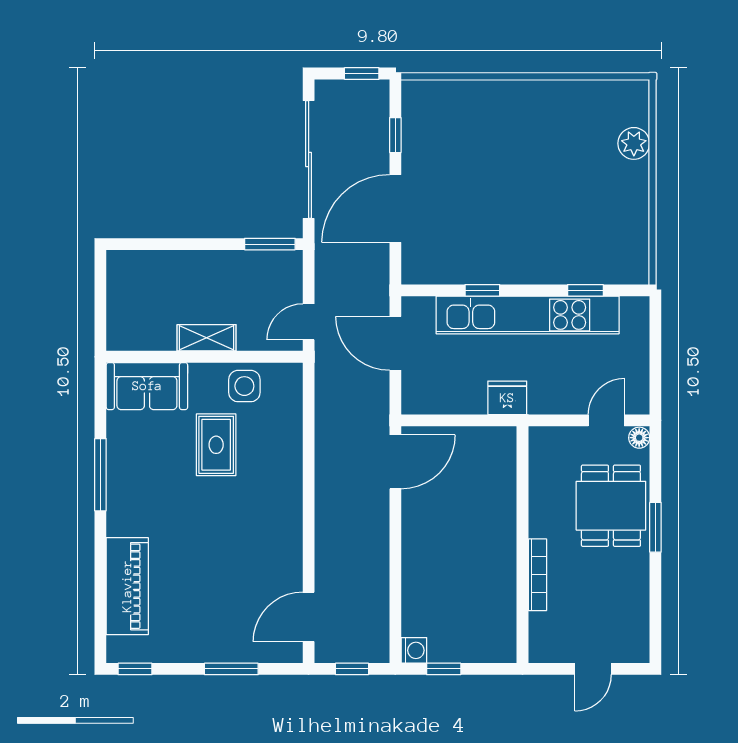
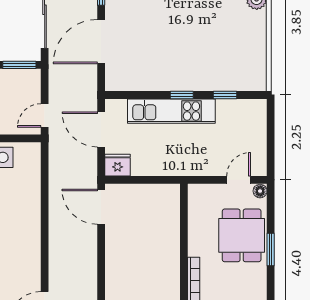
window: (482, 290) -> (182, 95), moved
kitchen unit: (528, 315) -> (171, 111), width x0.73
fridge: (507, 398) -> (118, 165), moved
door: (395, 462) -> (101, 207), swing flipped

